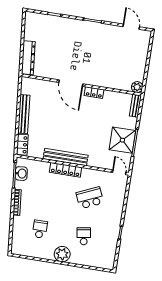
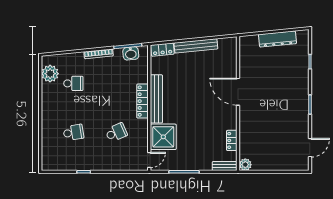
dresser: (28, 58) -> (278, 39), moved
door: (71, 83) -> (238, 92), hinge flipped
locker: (94, 93) -> (232, 140), moved
shower: (122, 140) -> (163, 137), moved
school desk: (90, 198) -> (116, 132), width x0.54
plant: (62, 254) -> (50, 74), moved

